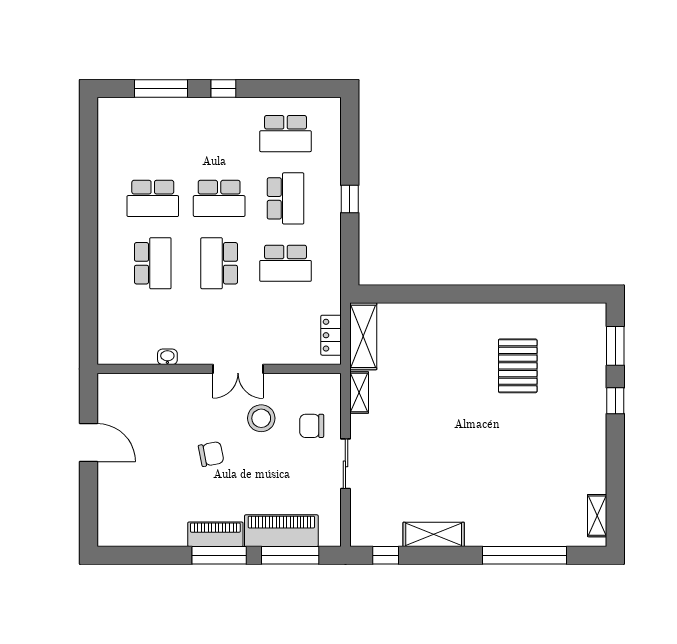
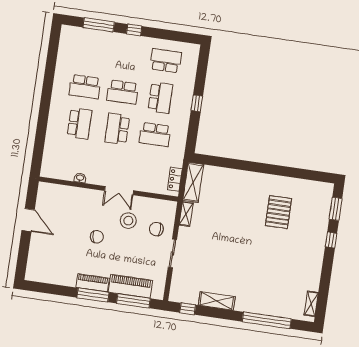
school desk: (286, 134) -> (166, 61), turned 180

